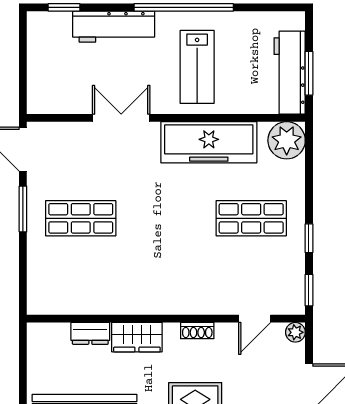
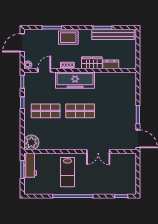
workbench: (114, 27) -> (101, 188), removed
lab bench: (197, 67) -> (68, 172), turned 180
workbench: (290, 73) -> (30, 165), width x0.73
freezer: (209, 142) -> (75, 80), moved, turned 180
shop shelf: (81, 218) -> (80, 111), moved

